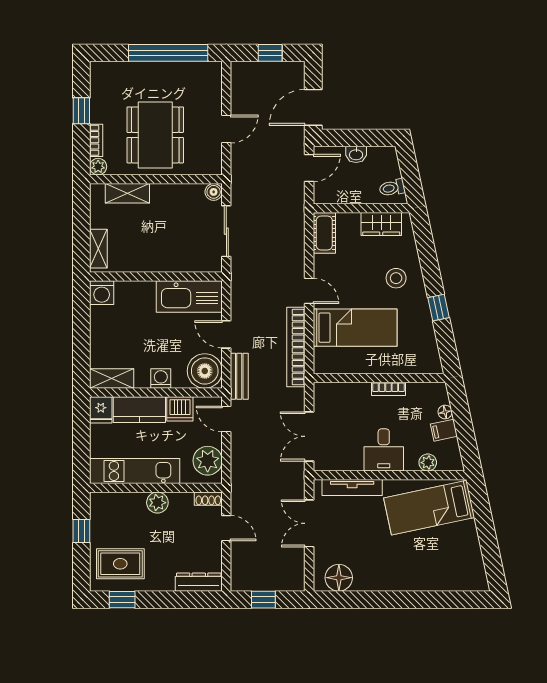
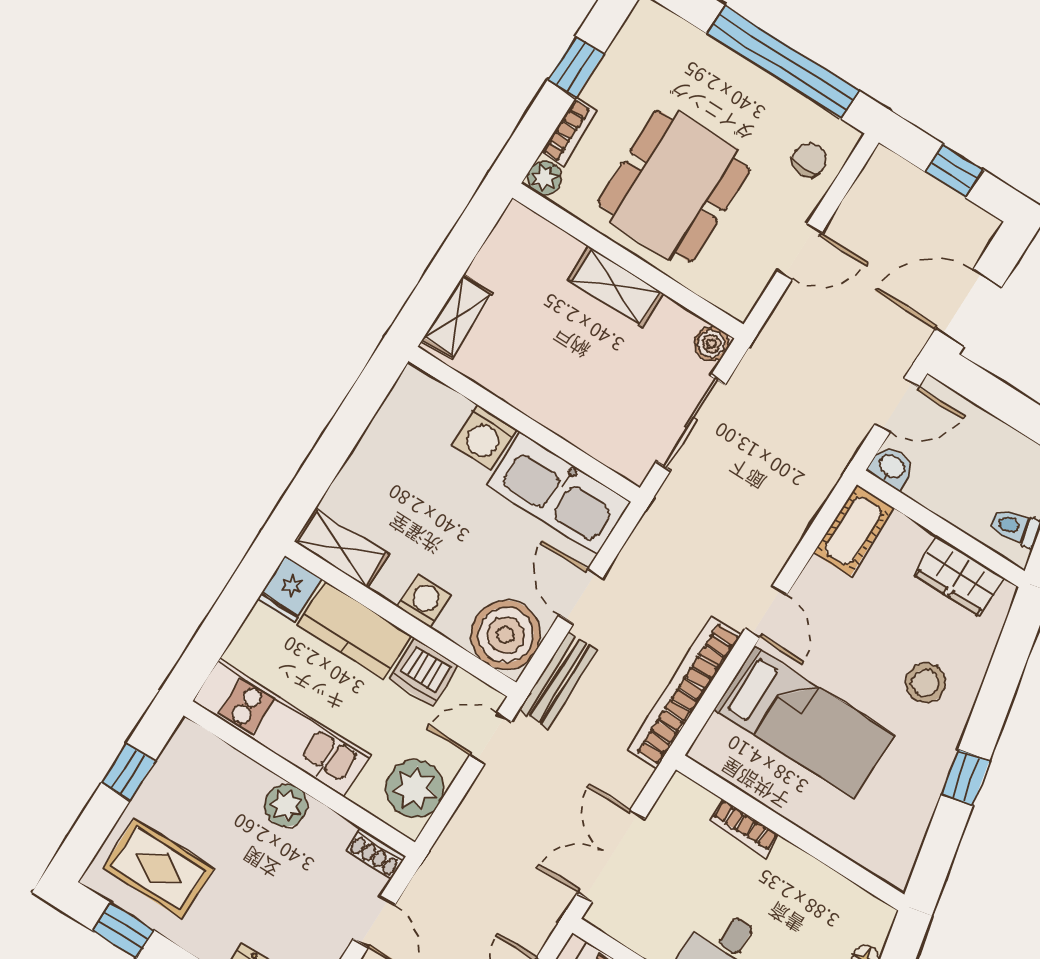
chair: (206, 87) -> (809, 160), added
washbasin: (356, 154) -> (892, 467), moved, turned 180
shelving: (127, 193) -> (616, 286), moved
washing machine: (102, 293) -> (485, 437), moved
bookcase: (388, 389) -> (744, 828), moved
door: (226, 419) -> (491, 738), hinge flipped

